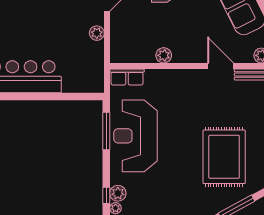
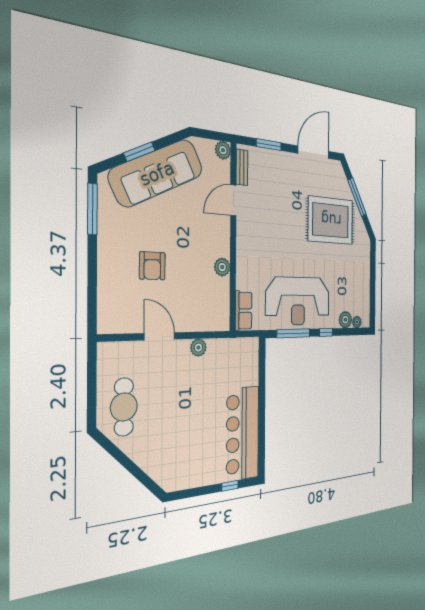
rug: (224, 157) -> (331, 220), moved
window: (106, 195) -> (326, 332), moved

